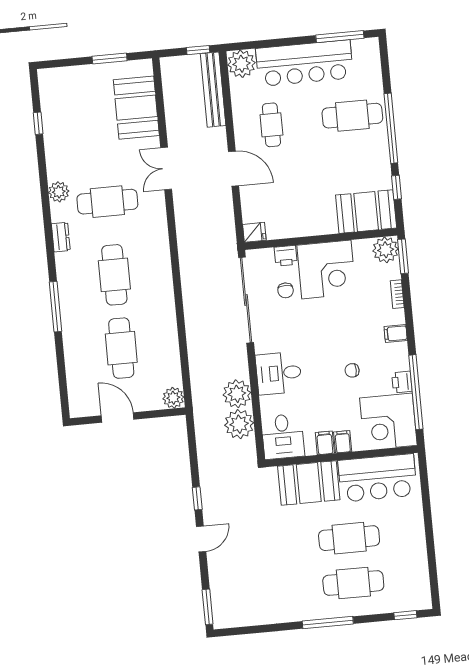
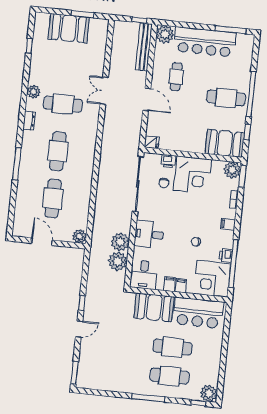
booth: (136, 108) -> (69, 28), moved, turned 90
cafe table: (352, 116) -> (226, 98), moved
plant: (418, 597) -> (209, 393), added

